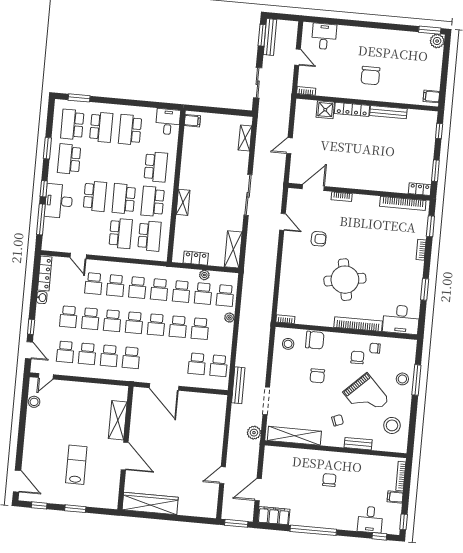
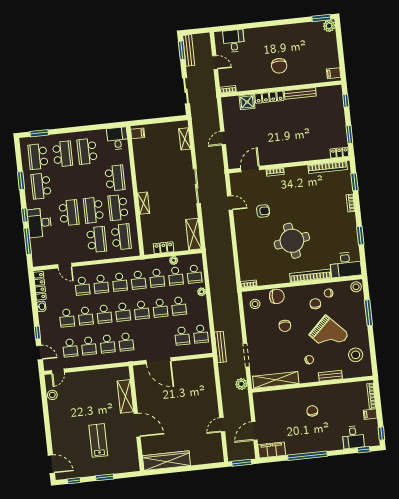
stool: (402, 379) -> (356, 287), moved

